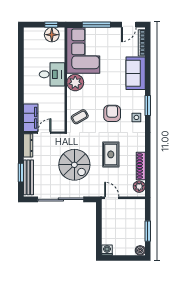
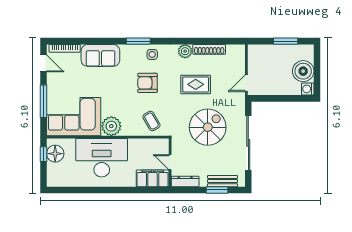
desk: (52, 74) -> (102, 158), width x1.87, depth x1.30
bench: (28, 177) -> (222, 181), width x0.73
plant: (139, 187) -> (185, 51), moved
boiler: (140, 250) -> (303, 71), moved, width x1.86, depth x1.86

